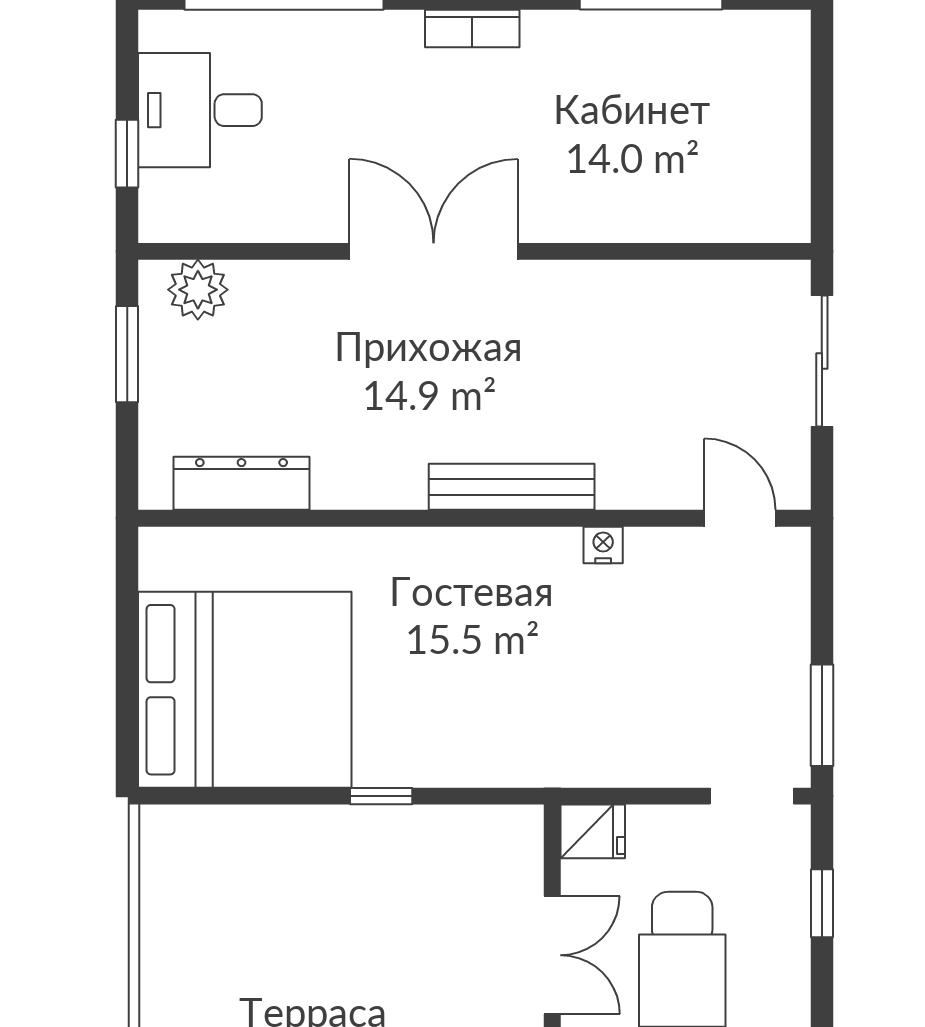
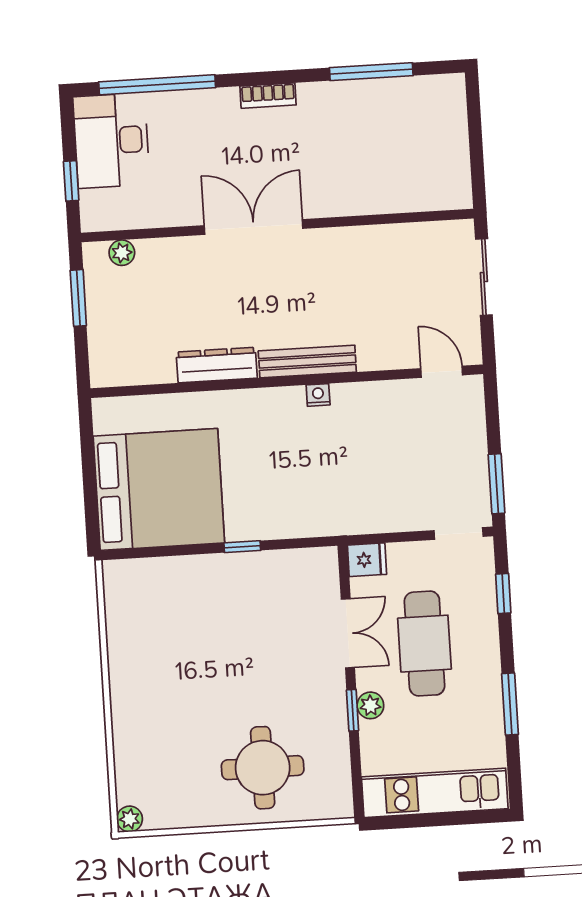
desk: (200, 110) -> (111, 141), width x1.37
plant: (198, 290) -> (122, 253), width x0.73, depth x0.73
dresser: (241, 483) -> (217, 365), moved
nightstand: (603, 545) -> (318, 395), moved

